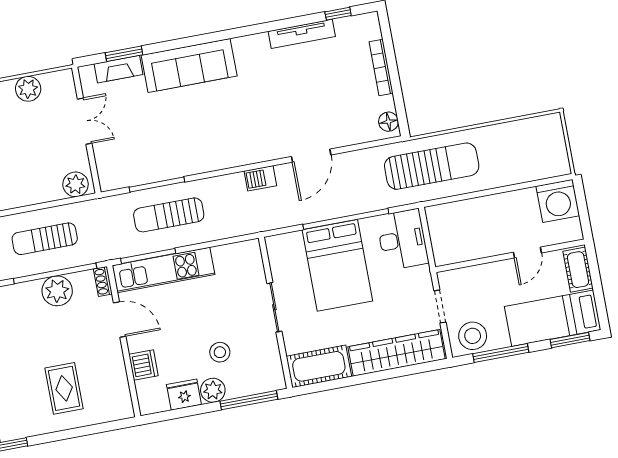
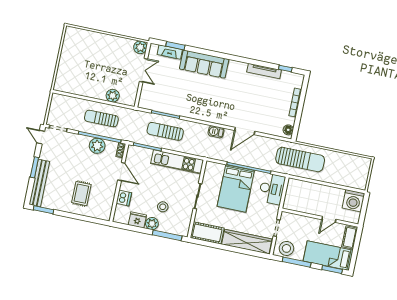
plant: (28, 89) -> (140, 47), moved
plant: (76, 184) -> (113, 96), moved
kitchen unit: (163, 270) -> (177, 162), moved

